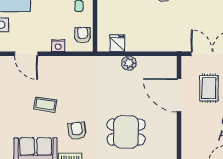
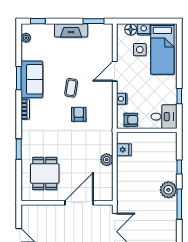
rug: (209, 88) -> (85, 228), removed
armchair: (77, 131) -> (79, 114), moved, turned -83
dining table: (126, 132) -> (45, 173), moved

